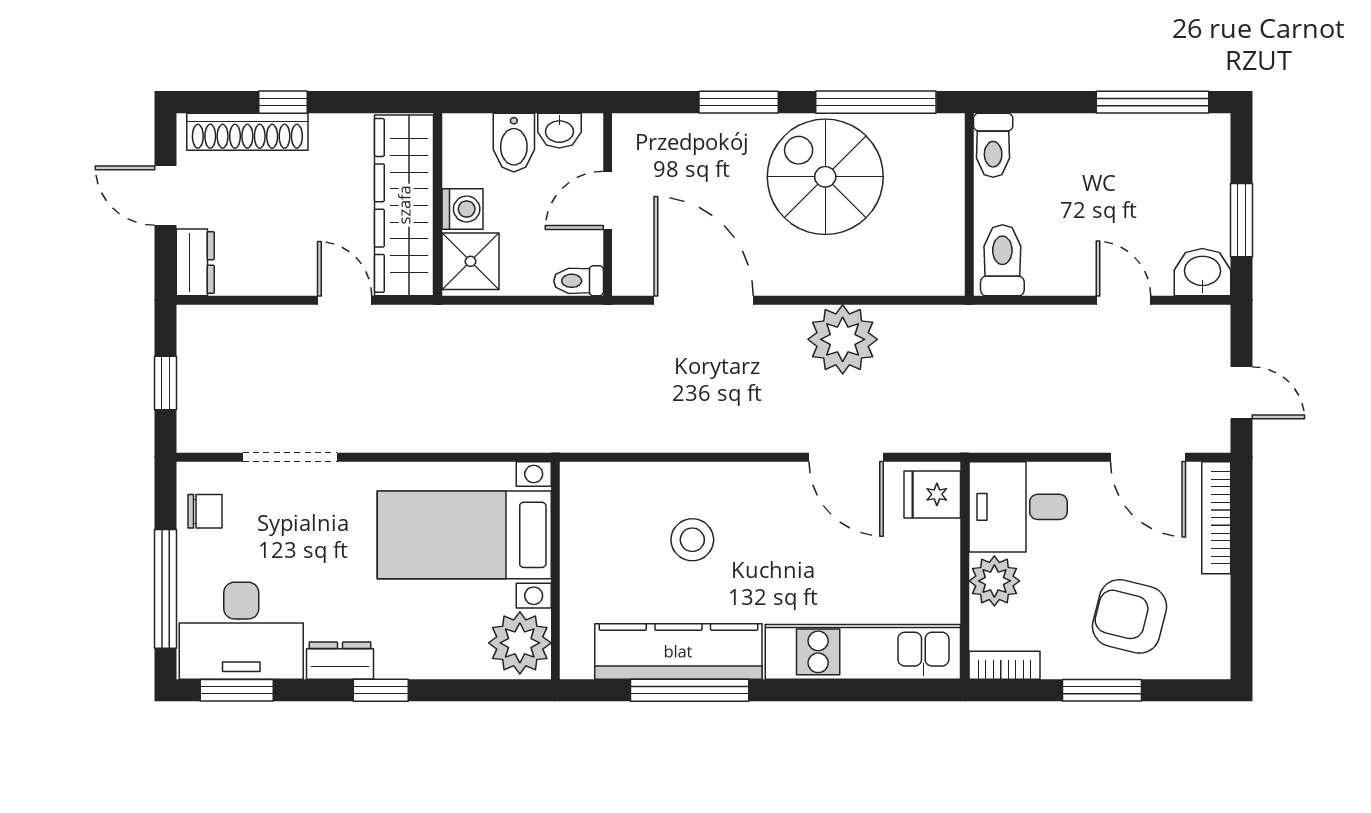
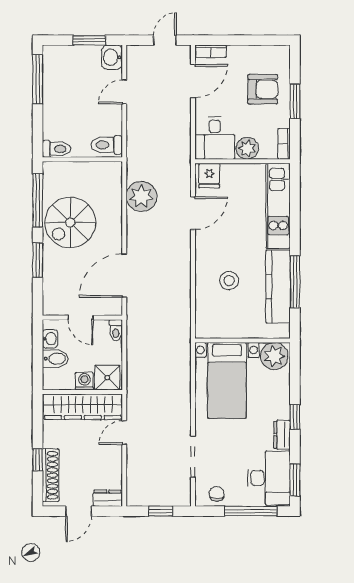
plant: (843, 339) -> (141, 196), moved
bookcase: (1216, 518) -> (211, 51), width x0.64
armchair: (1130, 616) -> (263, 89), turned -104

